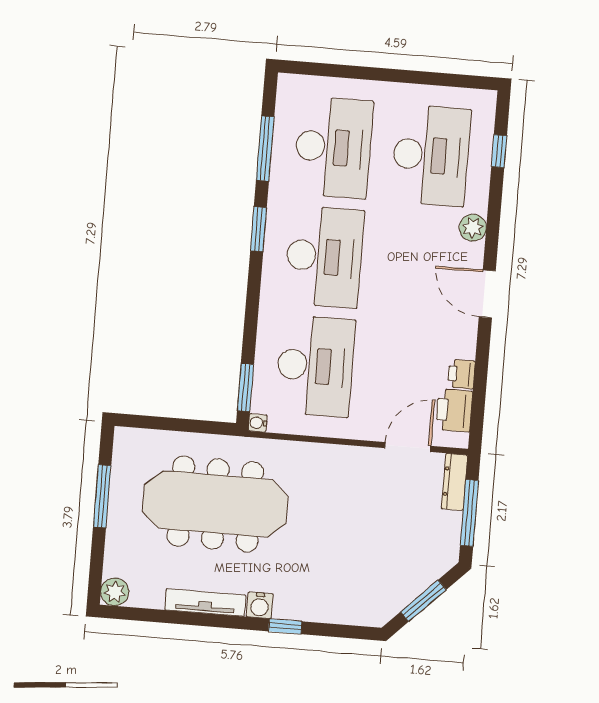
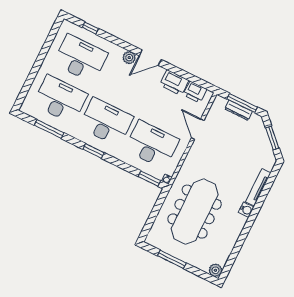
plant: (473, 228) -> (129, 58), moved
window: (258, 229) -> (93, 151), moved
printer: (461, 374) -> (174, 83), width x1.87, depth x1.48
door: (408, 447) -> (198, 129), moved
dresser: (454, 482) -> (238, 110), moved
tv unit: (205, 603) -> (258, 187), moved
window: (285, 626) -> (260, 202), removed

